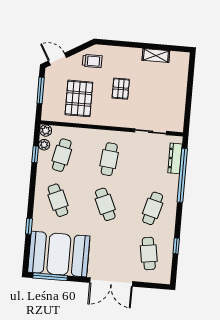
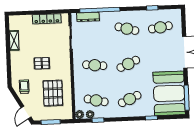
pallet: (79, 98) -> (53, 93), turned 90
locker: (179, 103) -> (47, 19), added

